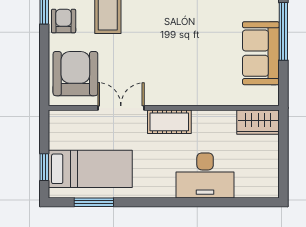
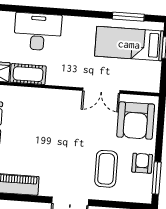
armchair: (64, 21) -> (142, 163), turned 180
cot: (169, 122) -> (28, 74), moved

